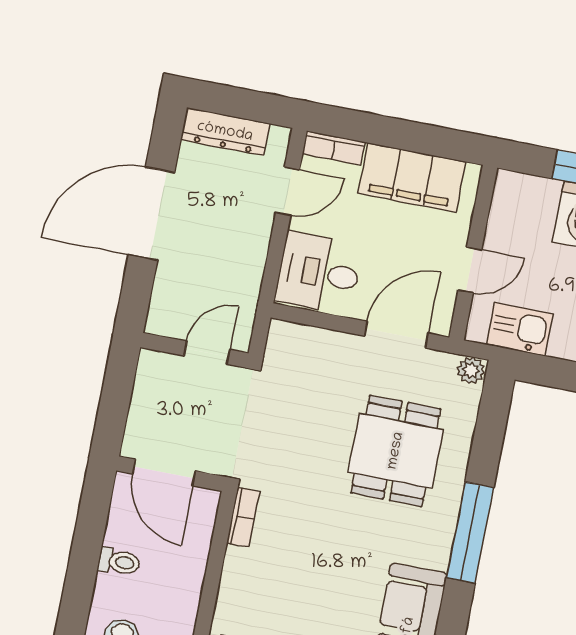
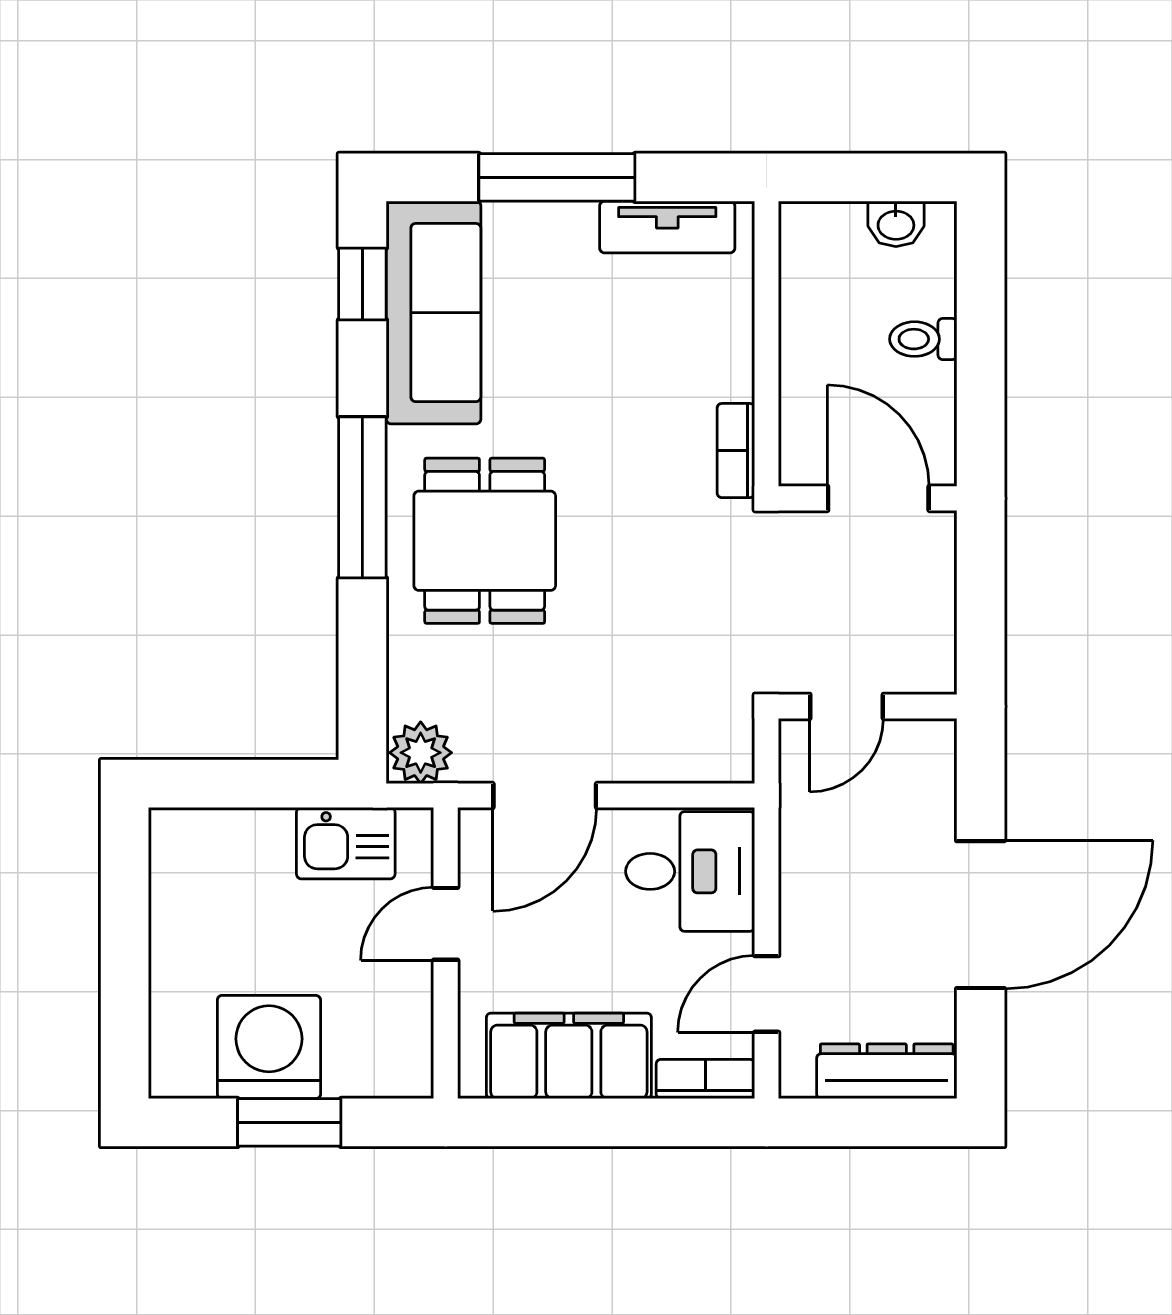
plant: (471, 370) -> (421, 753), width x1.38, depth x1.38
dining table: (396, 451) -> (485, 541), moved

